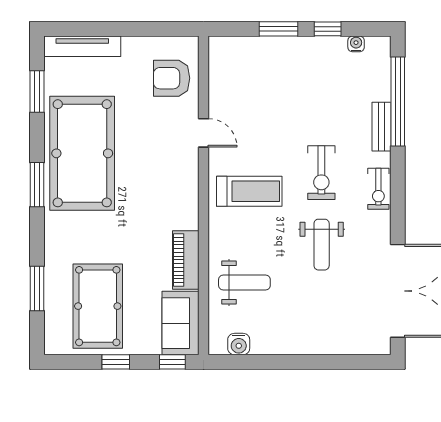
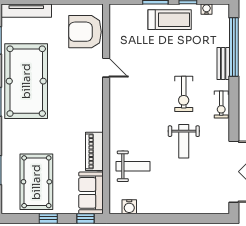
armchair: (172, 78) -> (85, 32), width x1.36, depth x1.36
treadmill: (249, 191) -> (170, 20), moved

